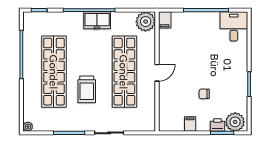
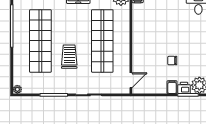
door: (157, 73) -> (131, 80), moved
trolley: (87, 89) -> (69, 57), turned 180
filing cabinet: (190, 124) -> (172, 87), moved

